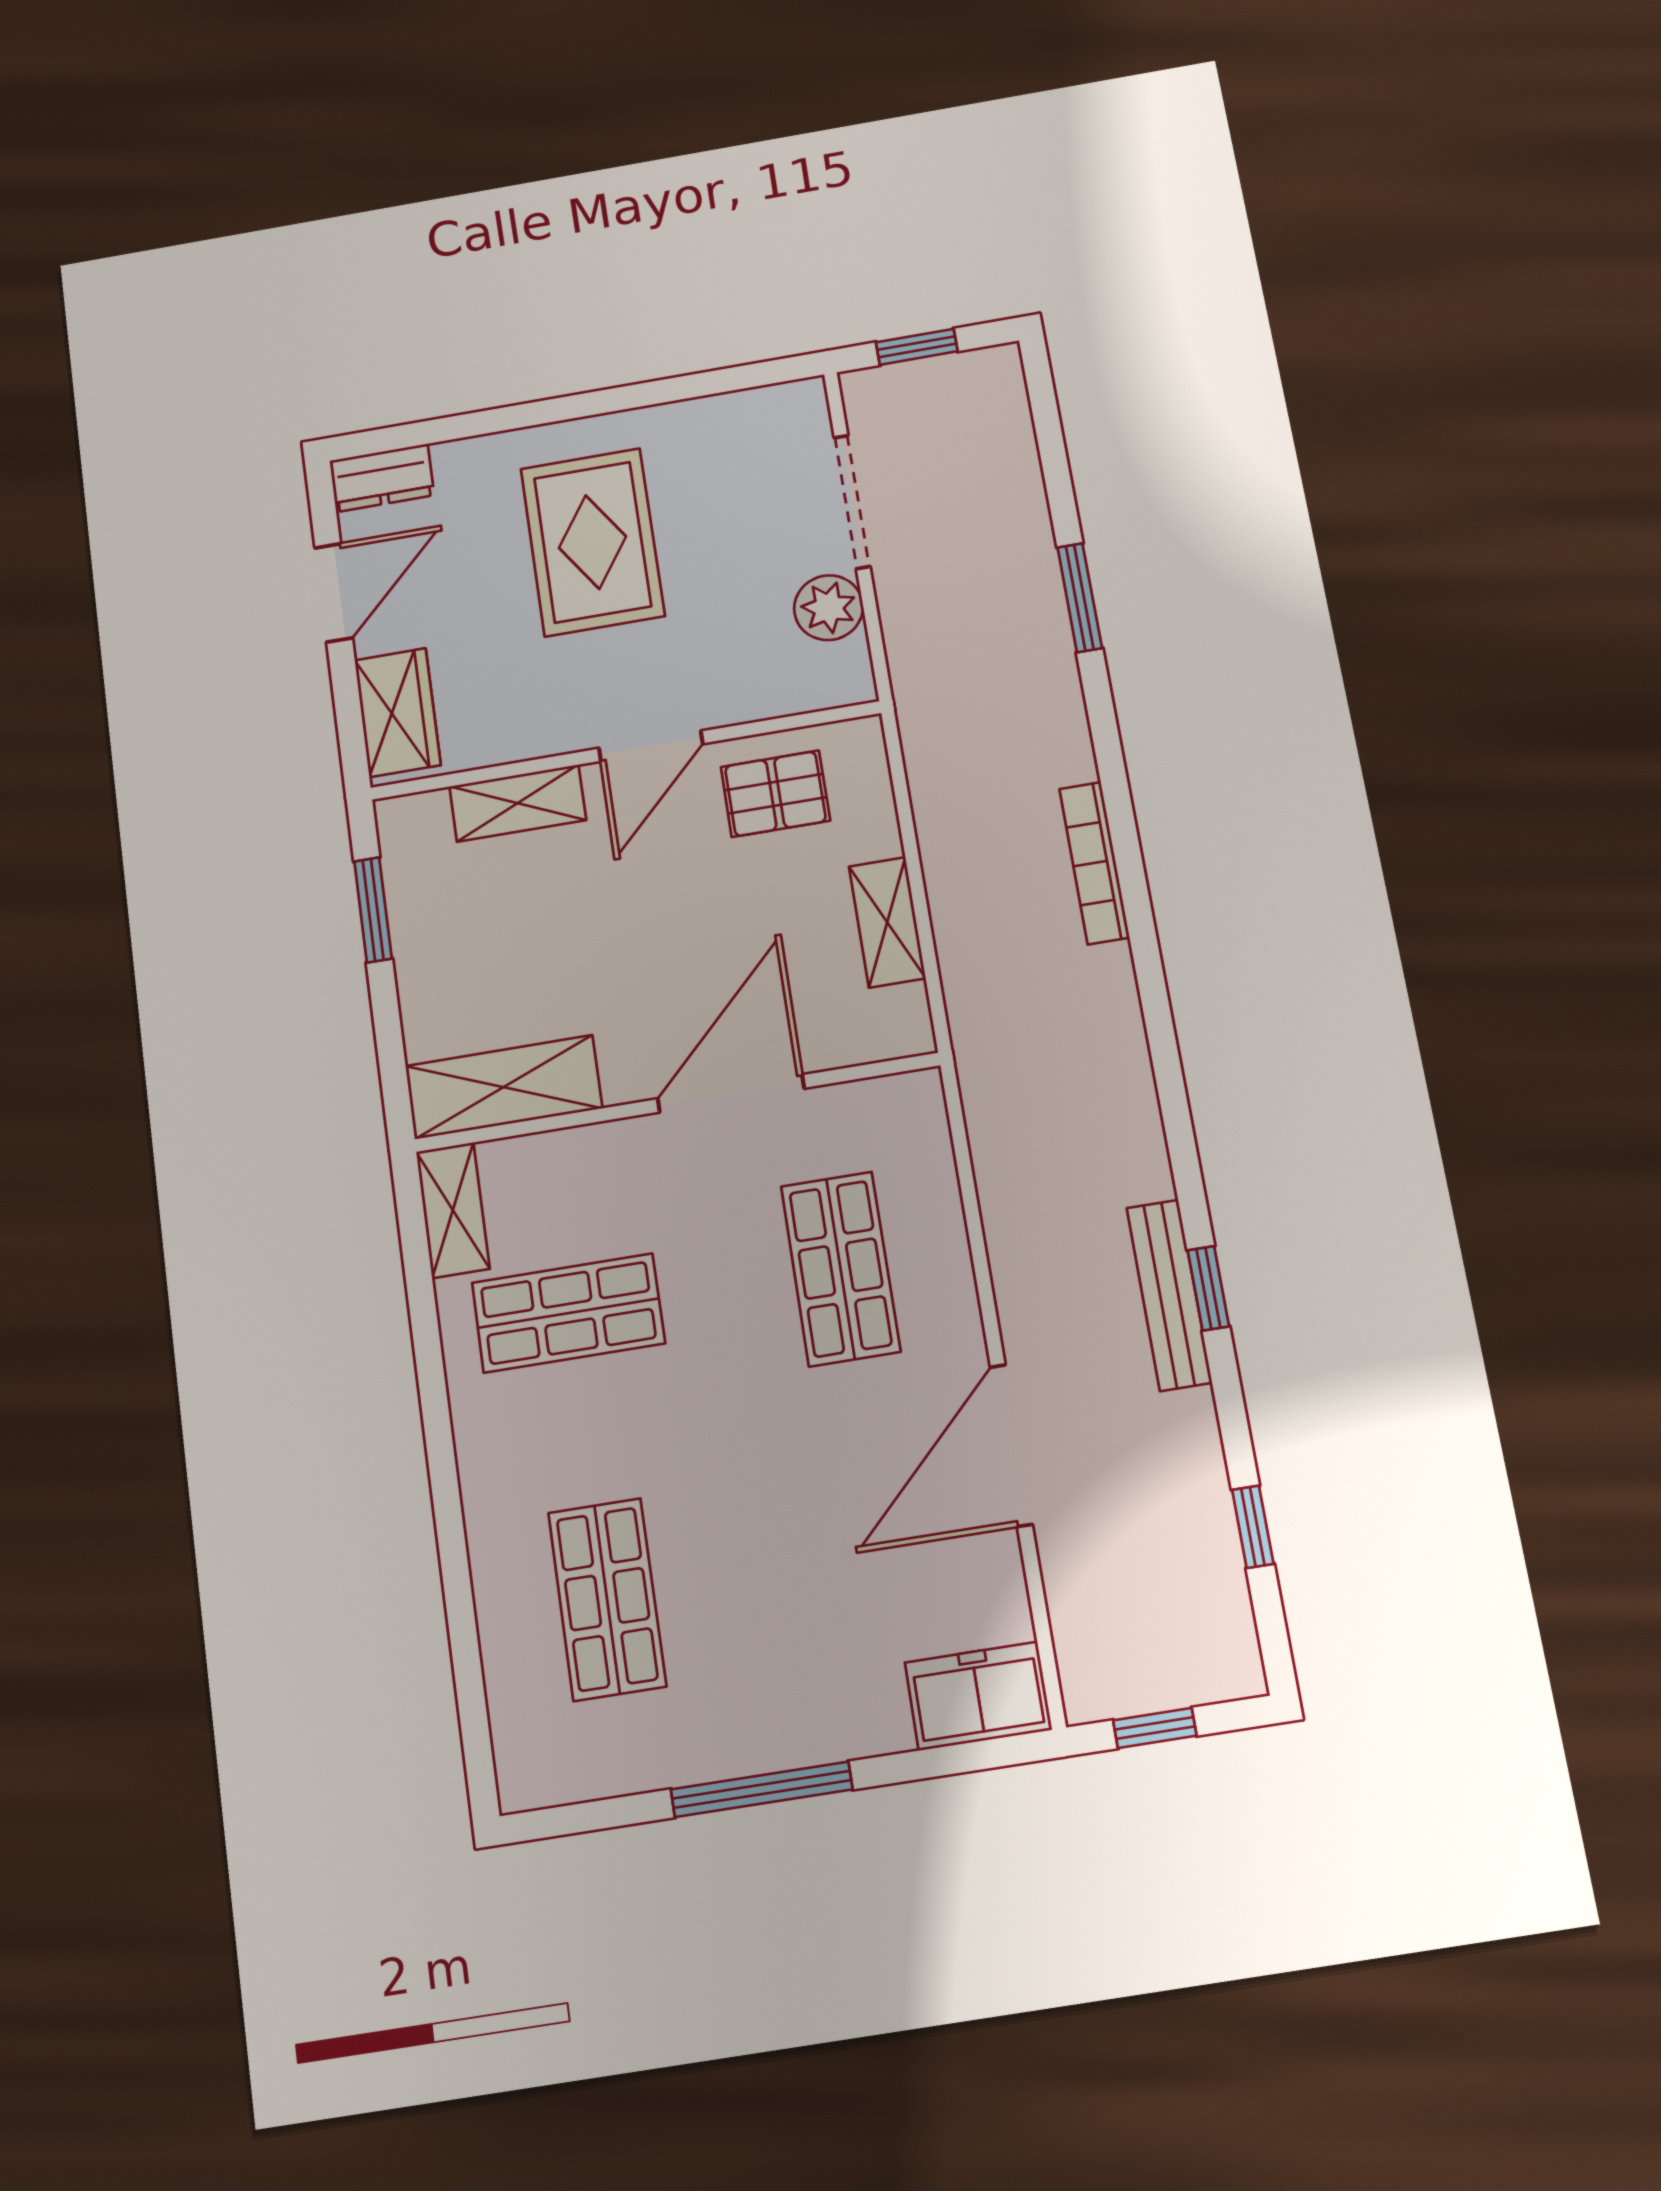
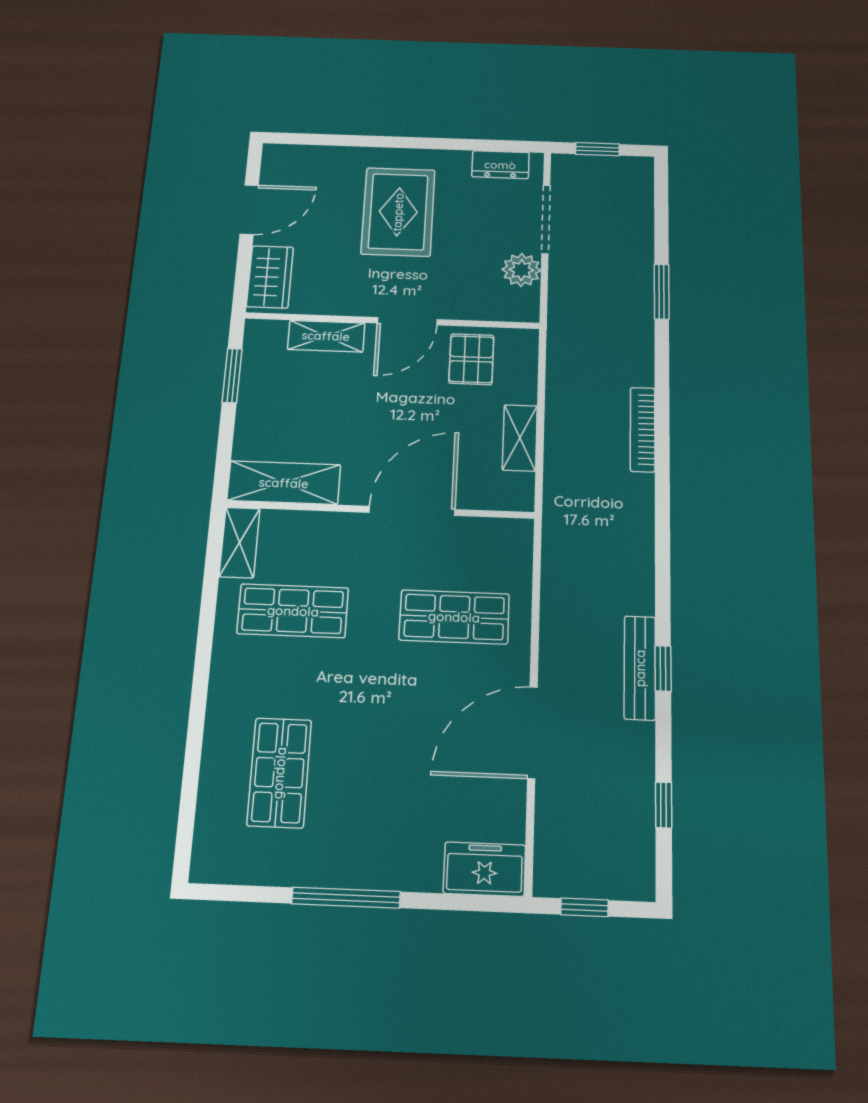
dresser: (382, 478) -> (500, 165), moved
pallet: (775, 794) -> (471, 359), turned 90
shop shelf: (841, 1269) -> (454, 617), turned 90

